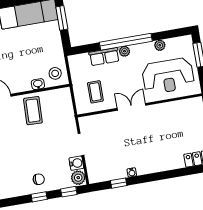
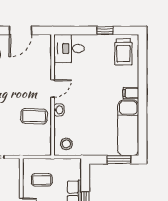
washbasin: (38, 84) -> (59, 110), moved

